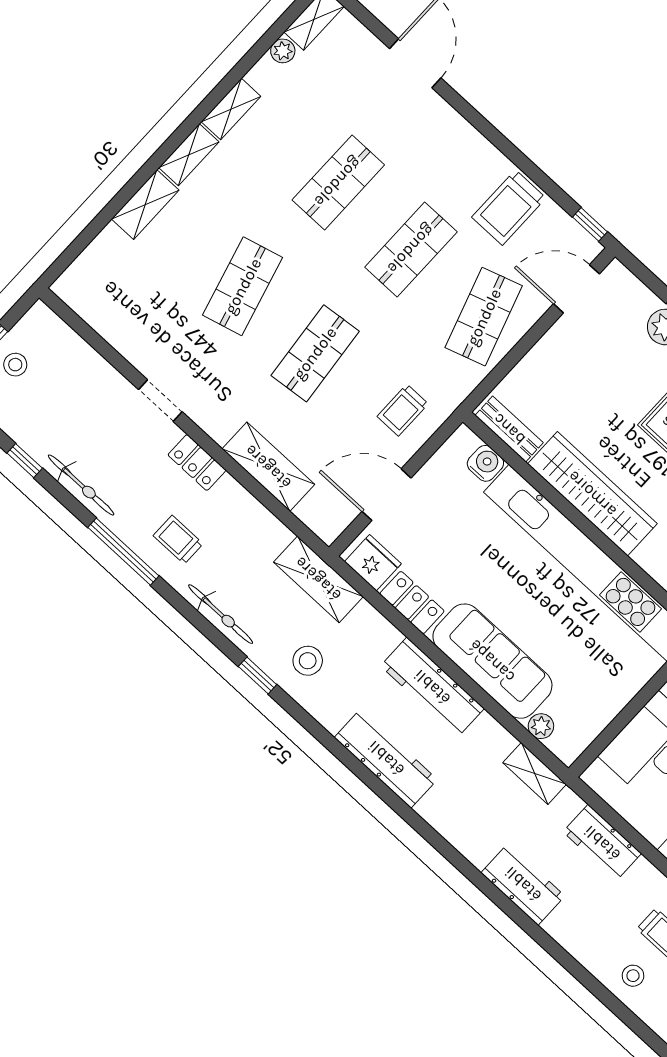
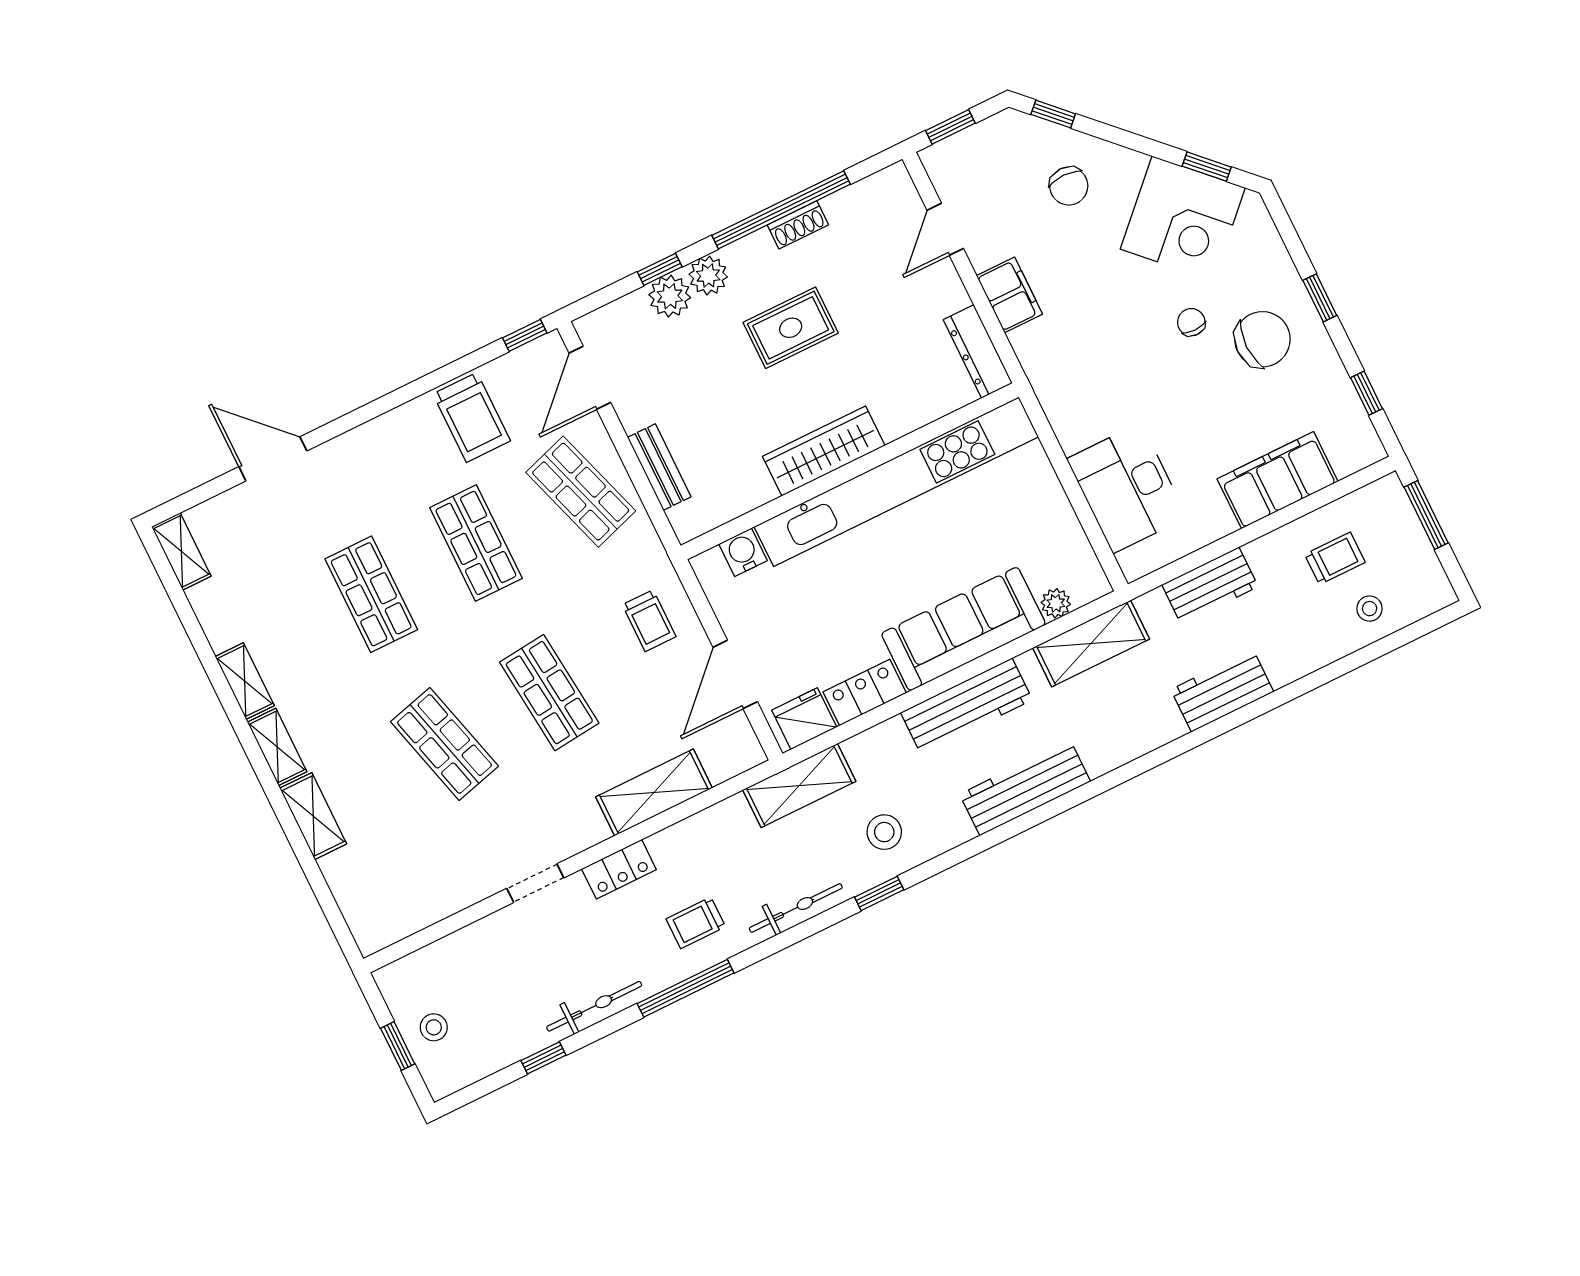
plant: (283, 51) -> (203, 599), removed
bench: (509, 429) -> (659, 467), moved, turned 90
wardrobe: (592, 494) -> (824, 451), width x0.71, depth x0.85
shelving: (535, 773) -> (1091, 643), width x1.50, depth x1.33

